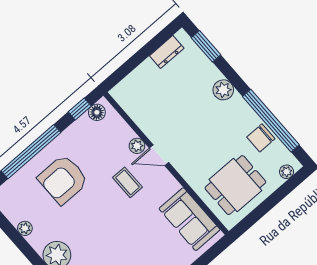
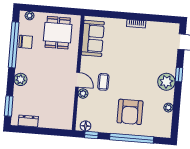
armchair: (63, 179) -> (130, 112), turned 90
dining table: (235, 185) -> (58, 33), turned 90

